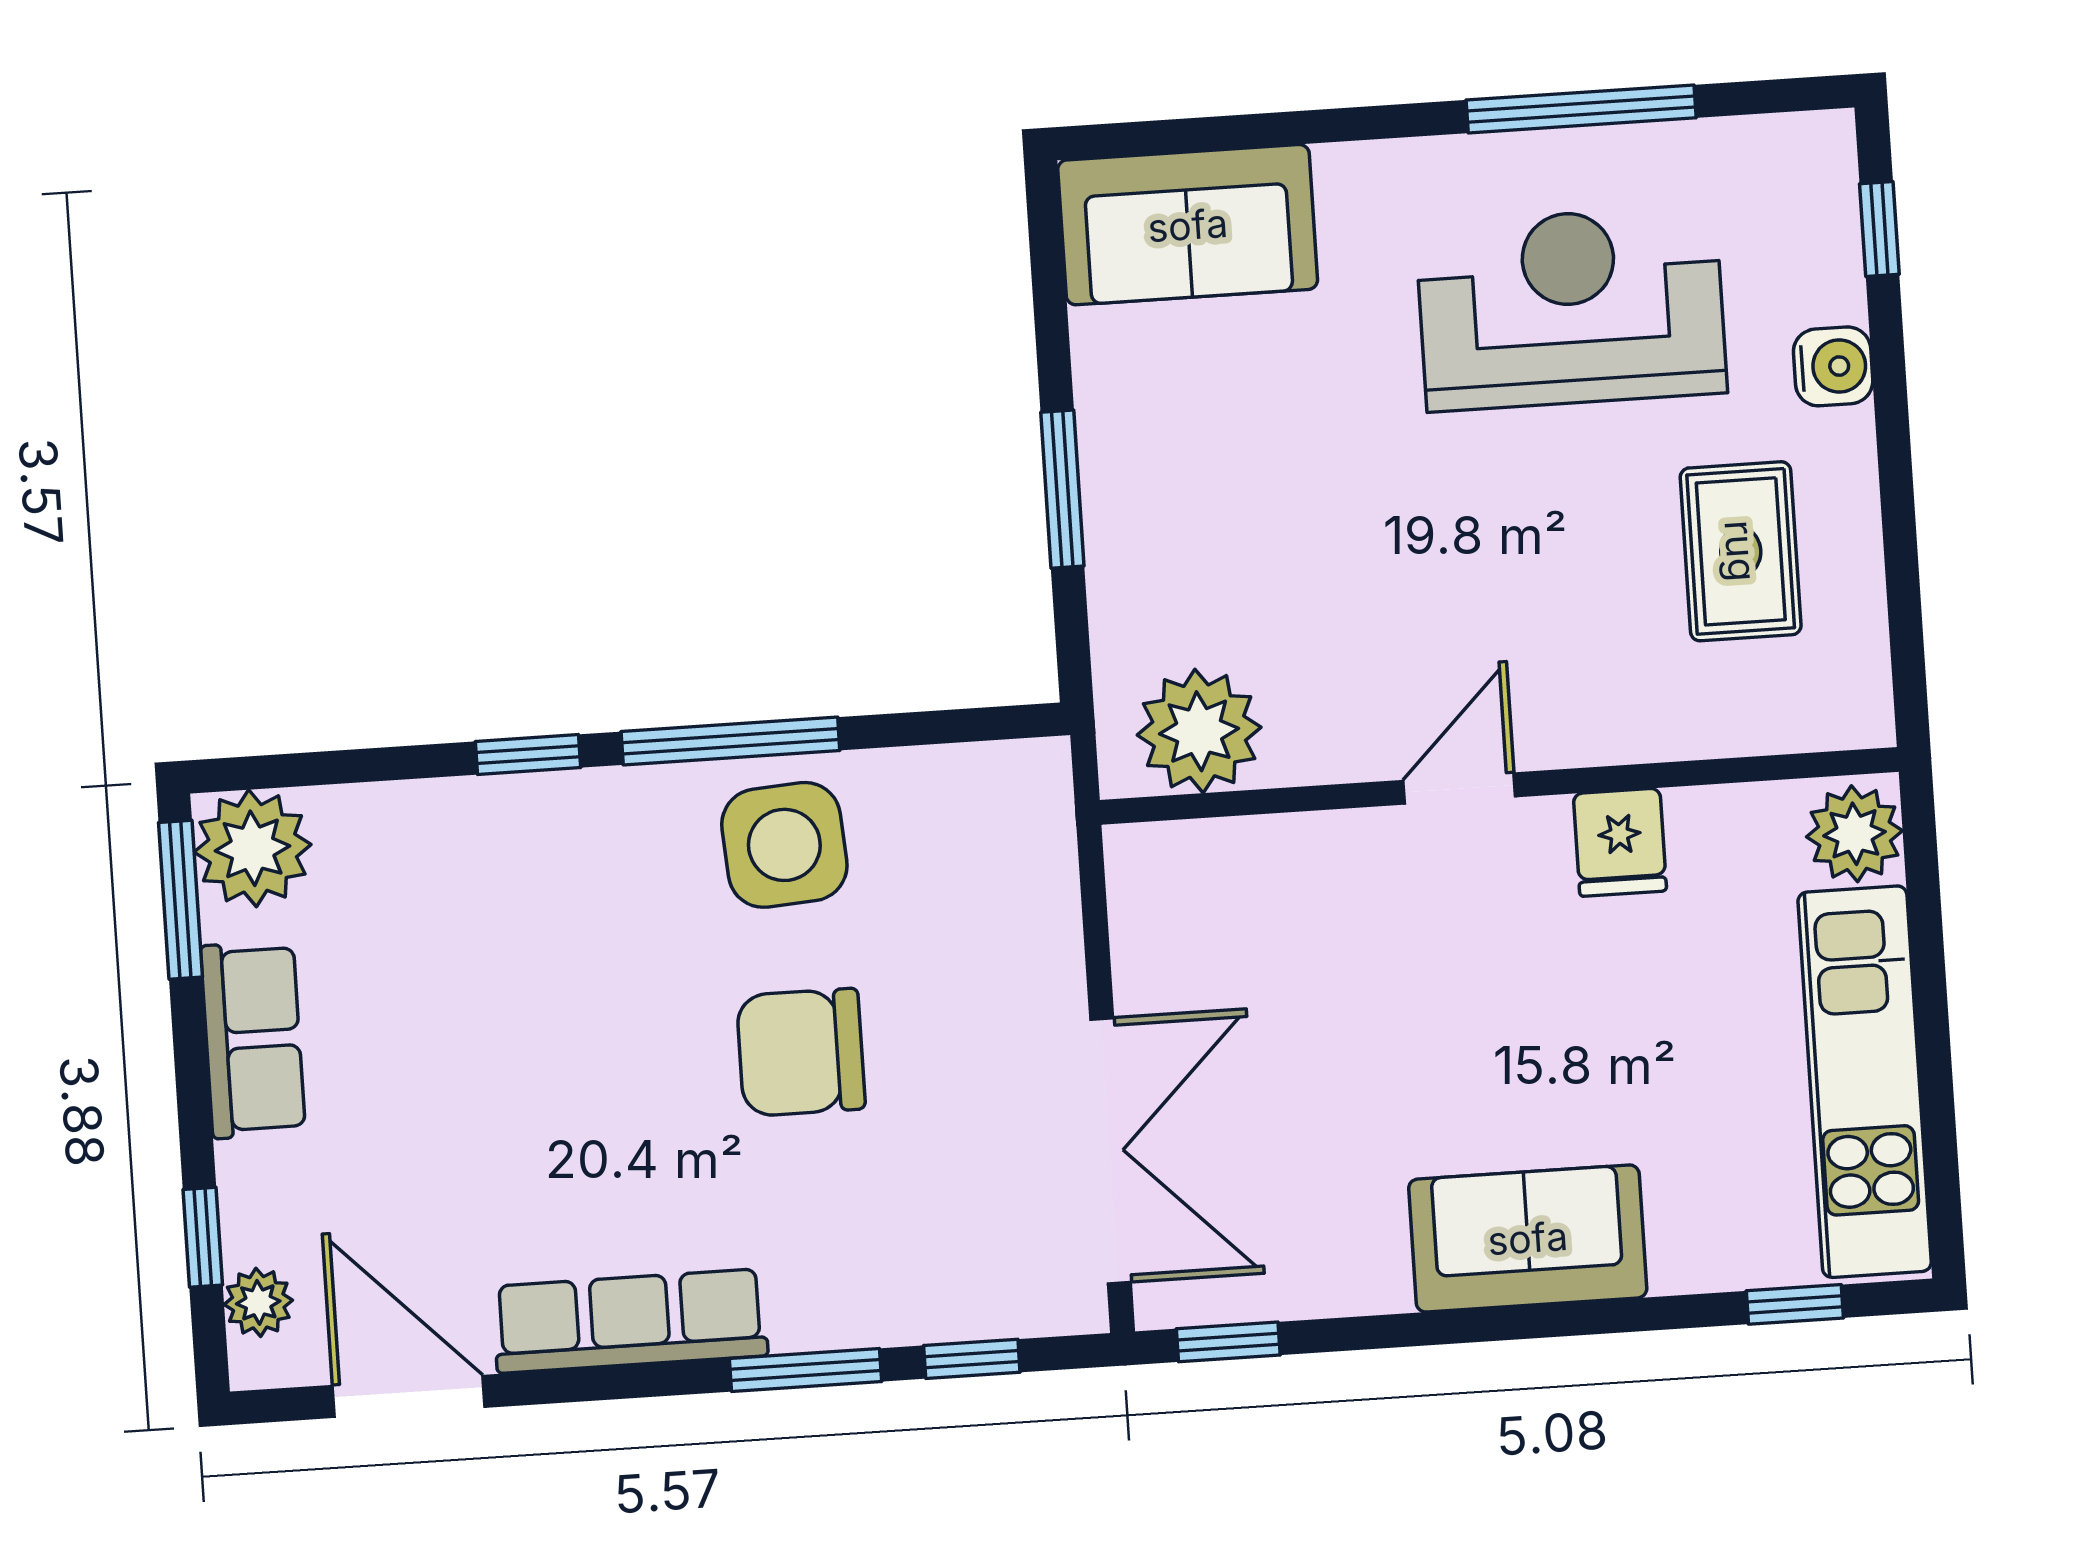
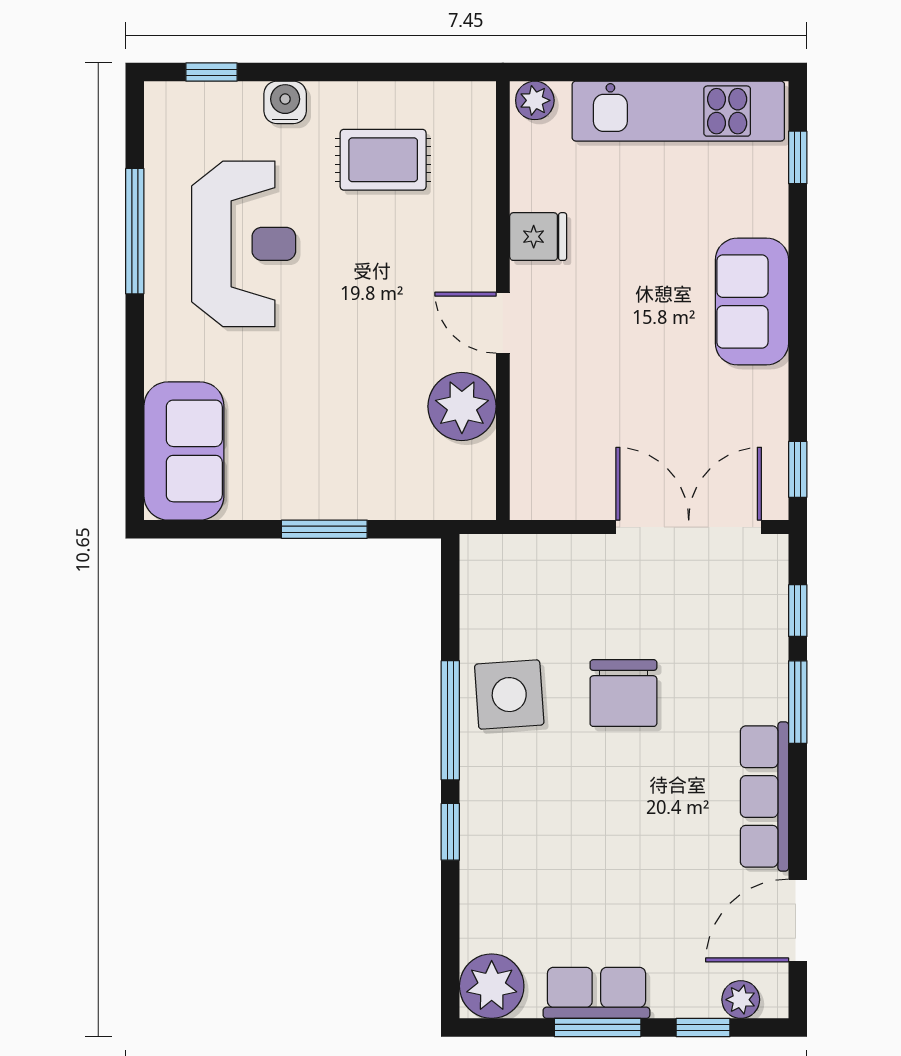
reception desk: (1571, 308) -> (244, 244), turned 180
plant: (1199, 731) -> (462, 406), moved
plant: (1854, 834) -> (535, 100), width x0.73, depth x0.73
window: (180, 900) -> (598, 1028), moved

